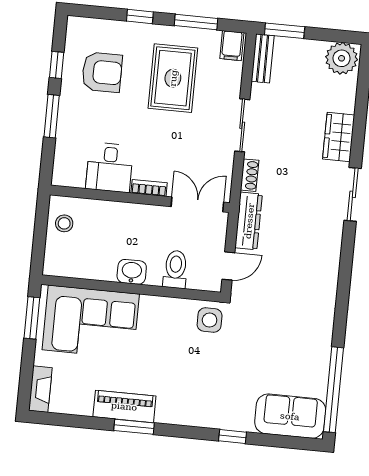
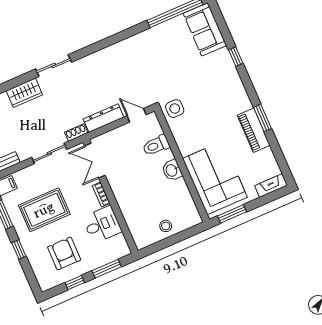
desk: (110, 167) -> (102, 225), moved
bookcase: (149, 188) -> (101, 195), moved
wall: (140, 199) -> (110, 196), moved
double door: (197, 204) -> (95, 161), moved

